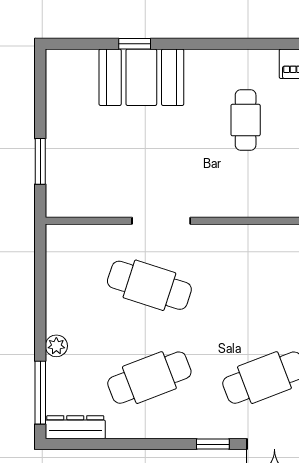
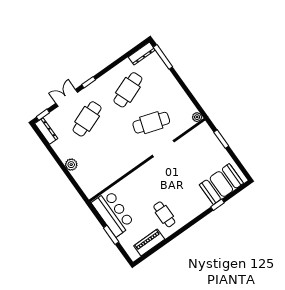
booth: (141, 77) -> (221, 184), moved
cafe table: (246, 120) -> (164, 214), moved
plant: (56, 346) -> (197, 117), moved

